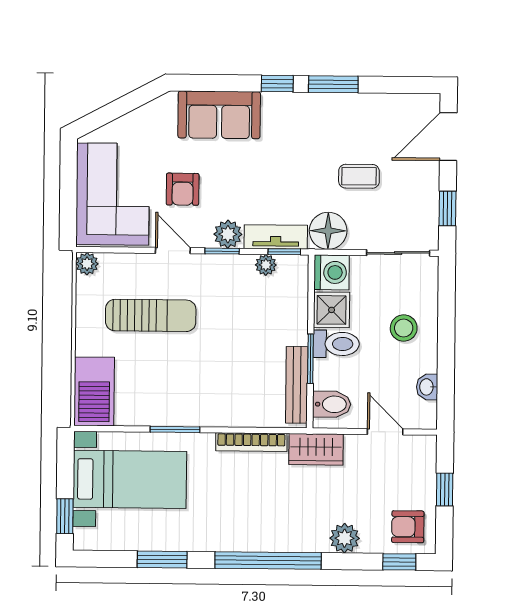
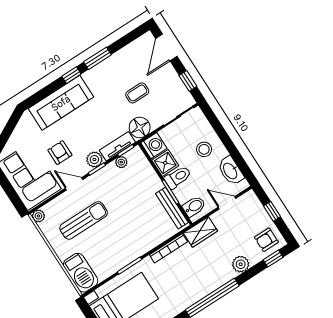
sofa: (219, 115) -> (61, 103), width x1.36
armchair: (183, 189) -> (60, 153), turned 180
washbasin: (427, 387) -> (231, 171), width x1.91, depth x1.45

